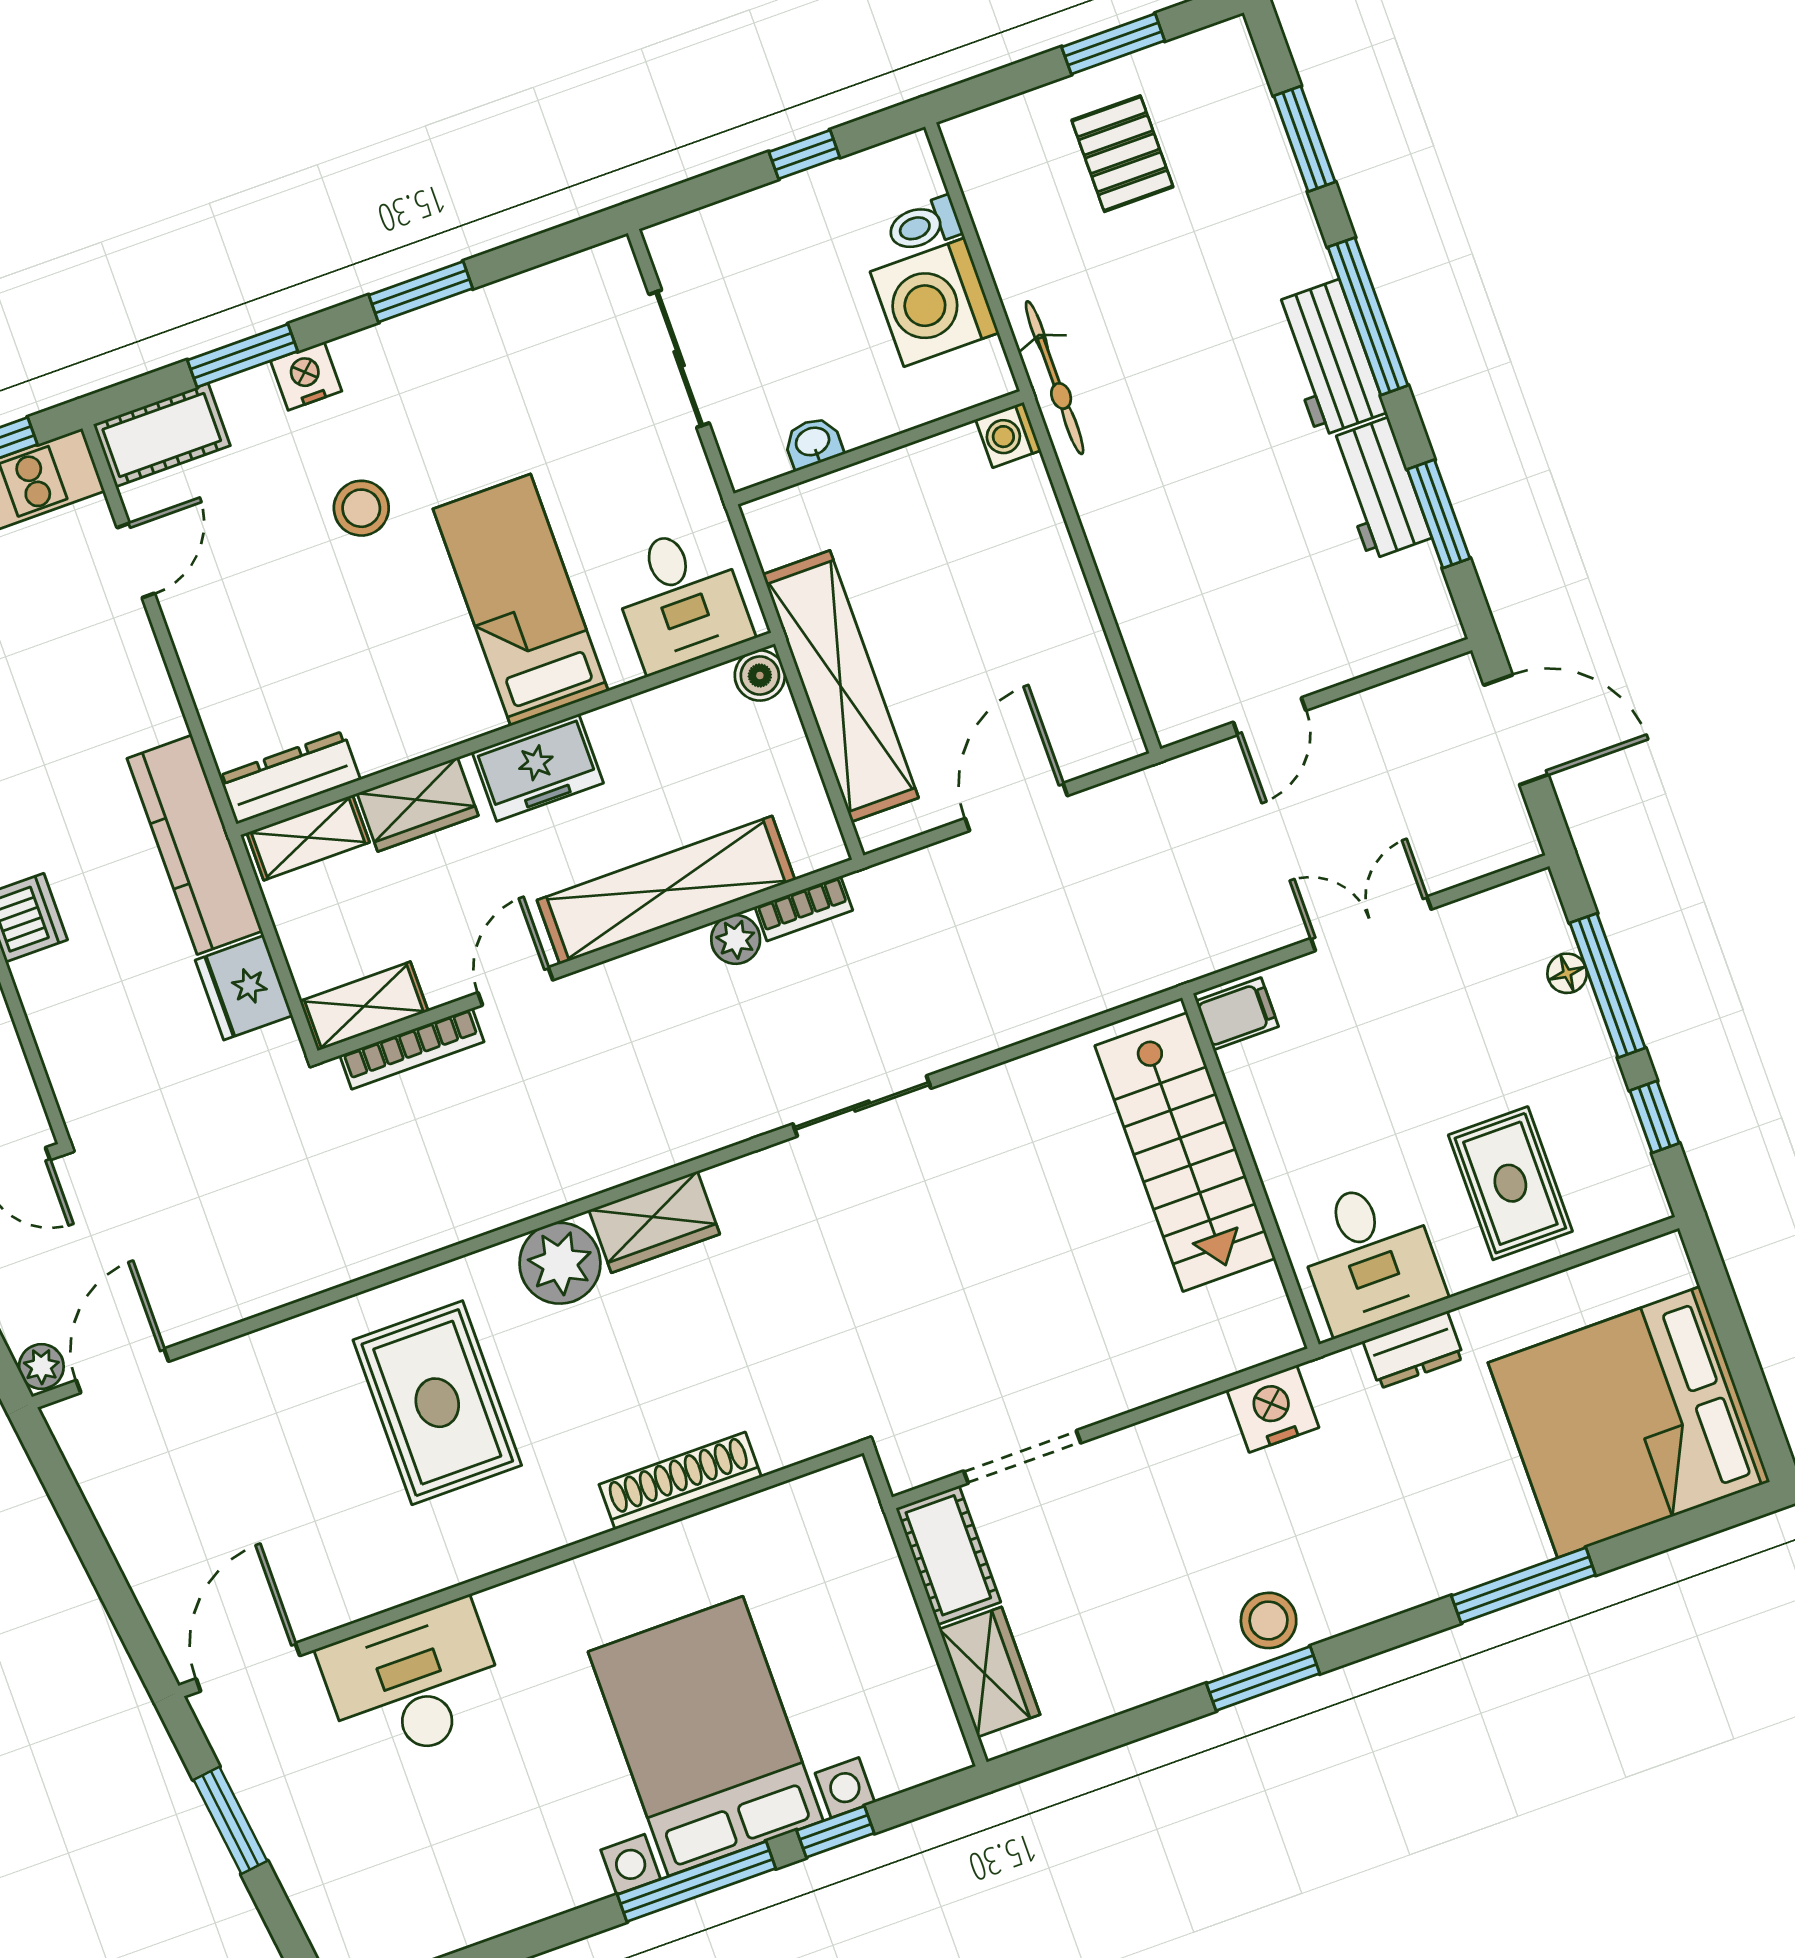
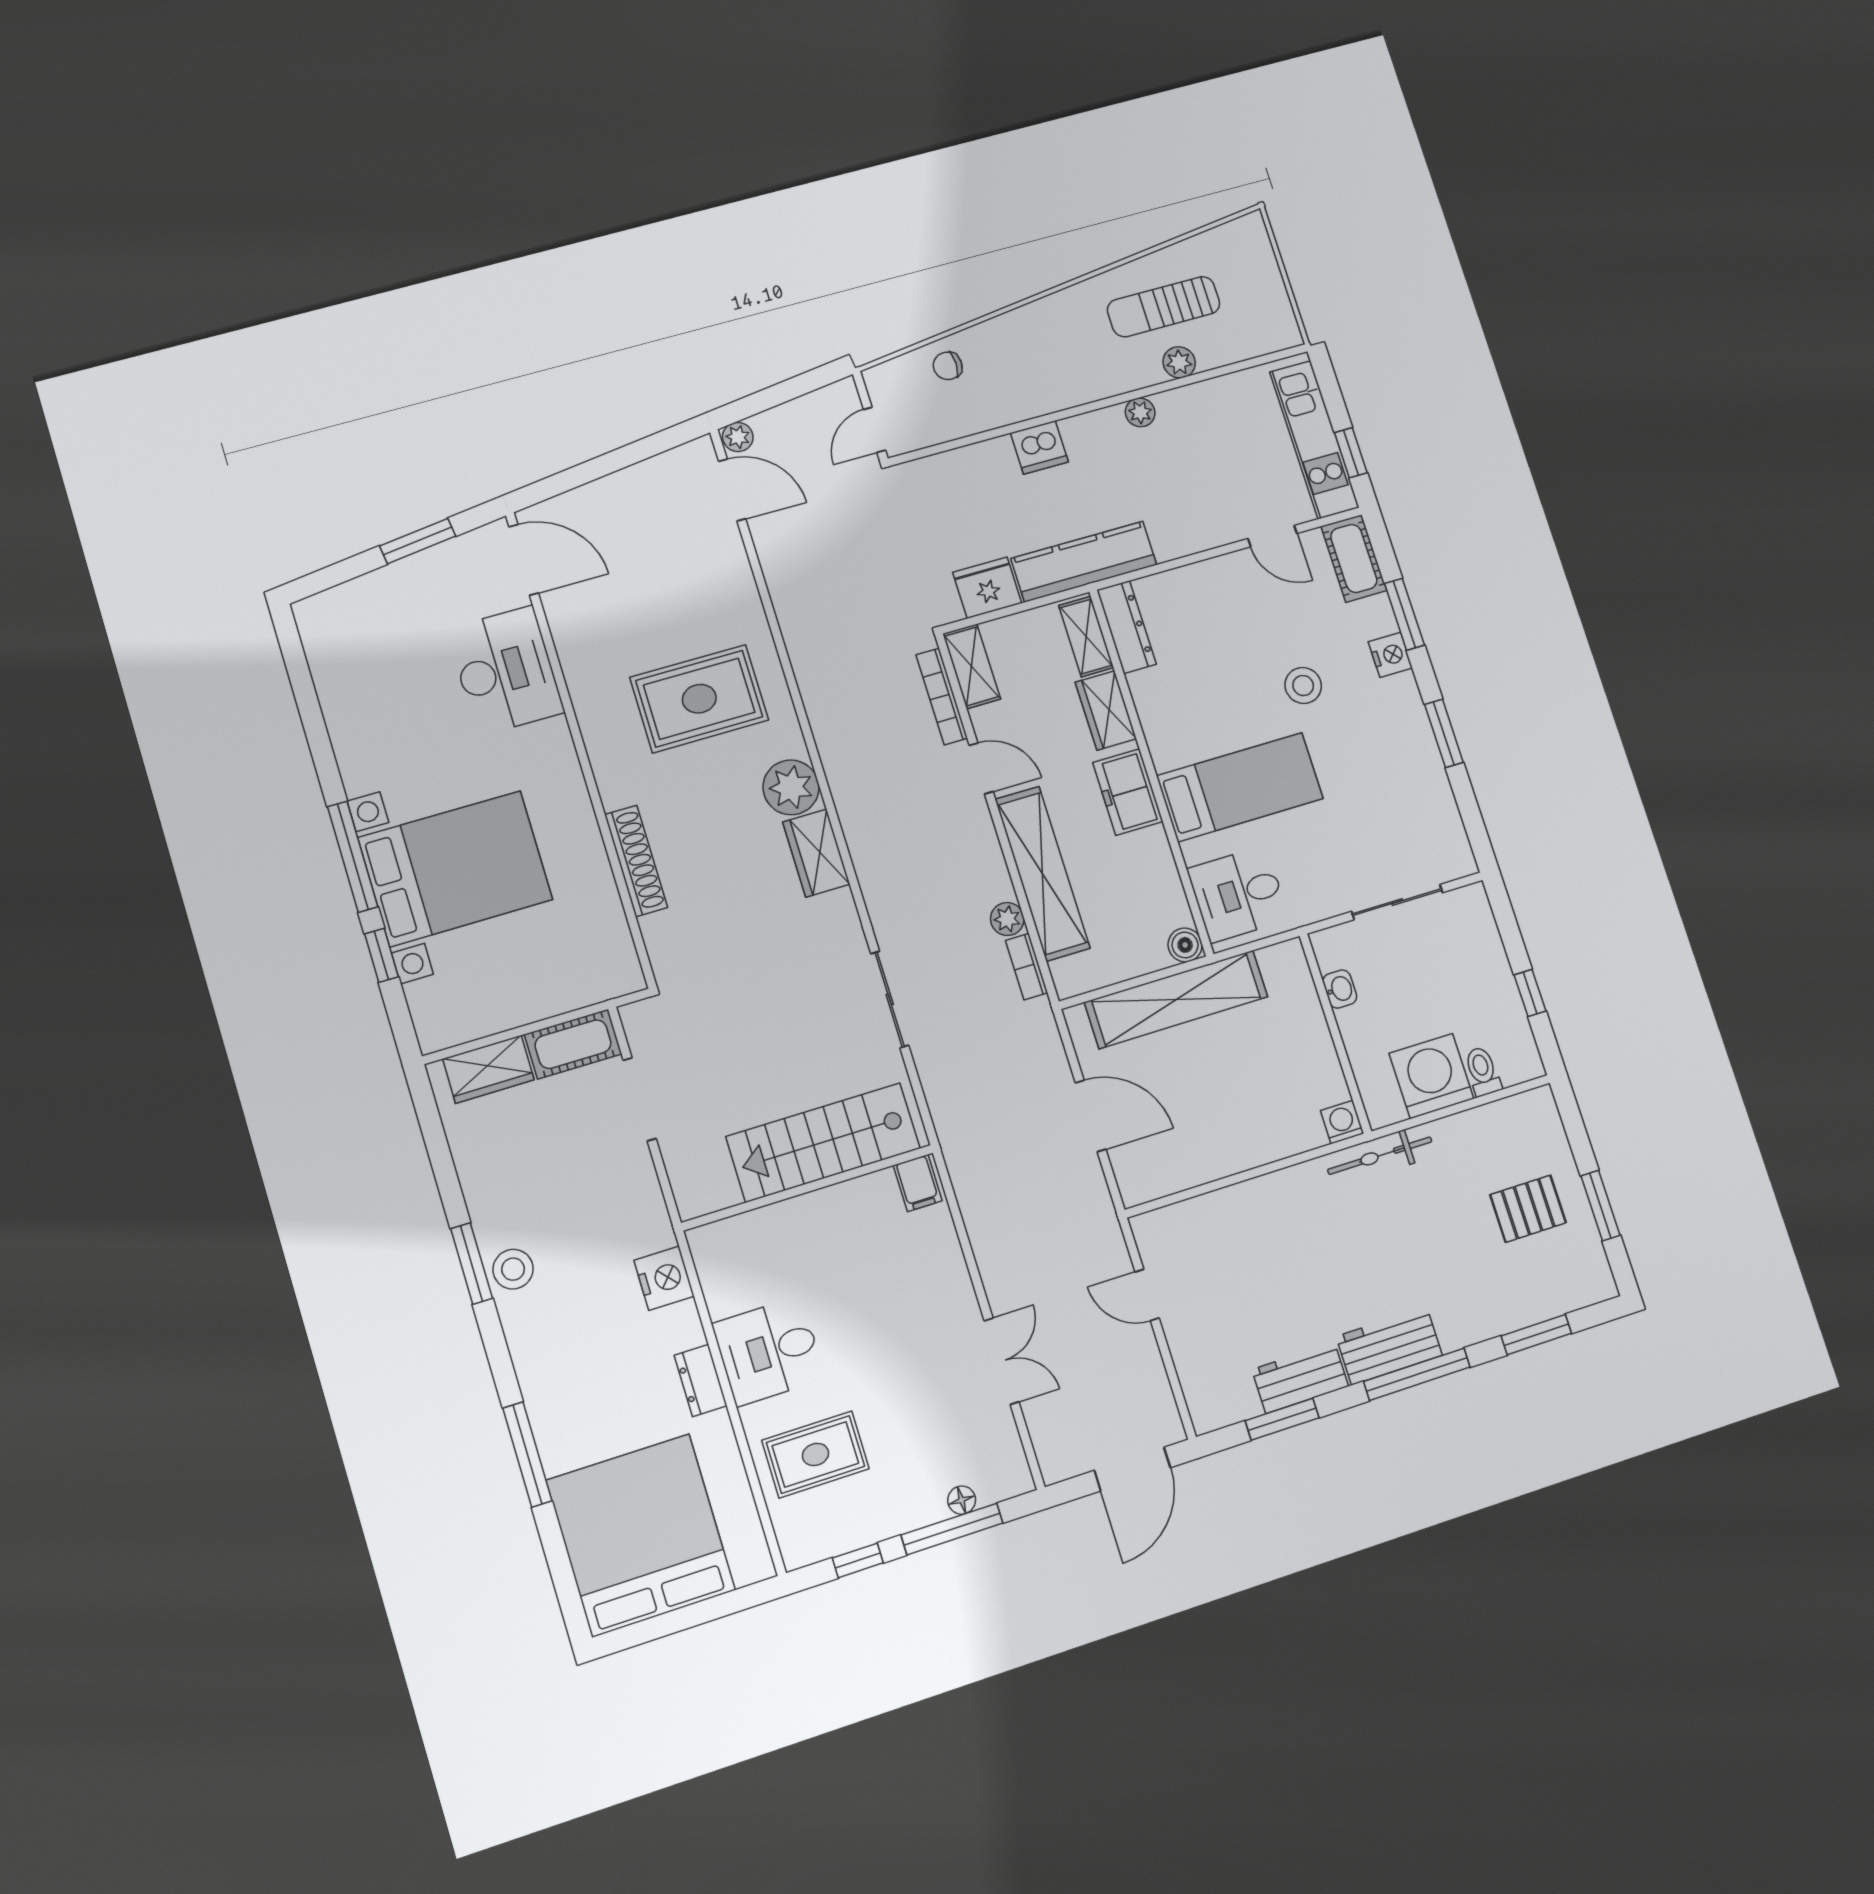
filing cabinet: (1237, 1014) -> (918, 1183), moved
stairs: (1185, 1152) -> (823, 1142), moved
wall: (1250, 1171) -> (808, 1188), moved

